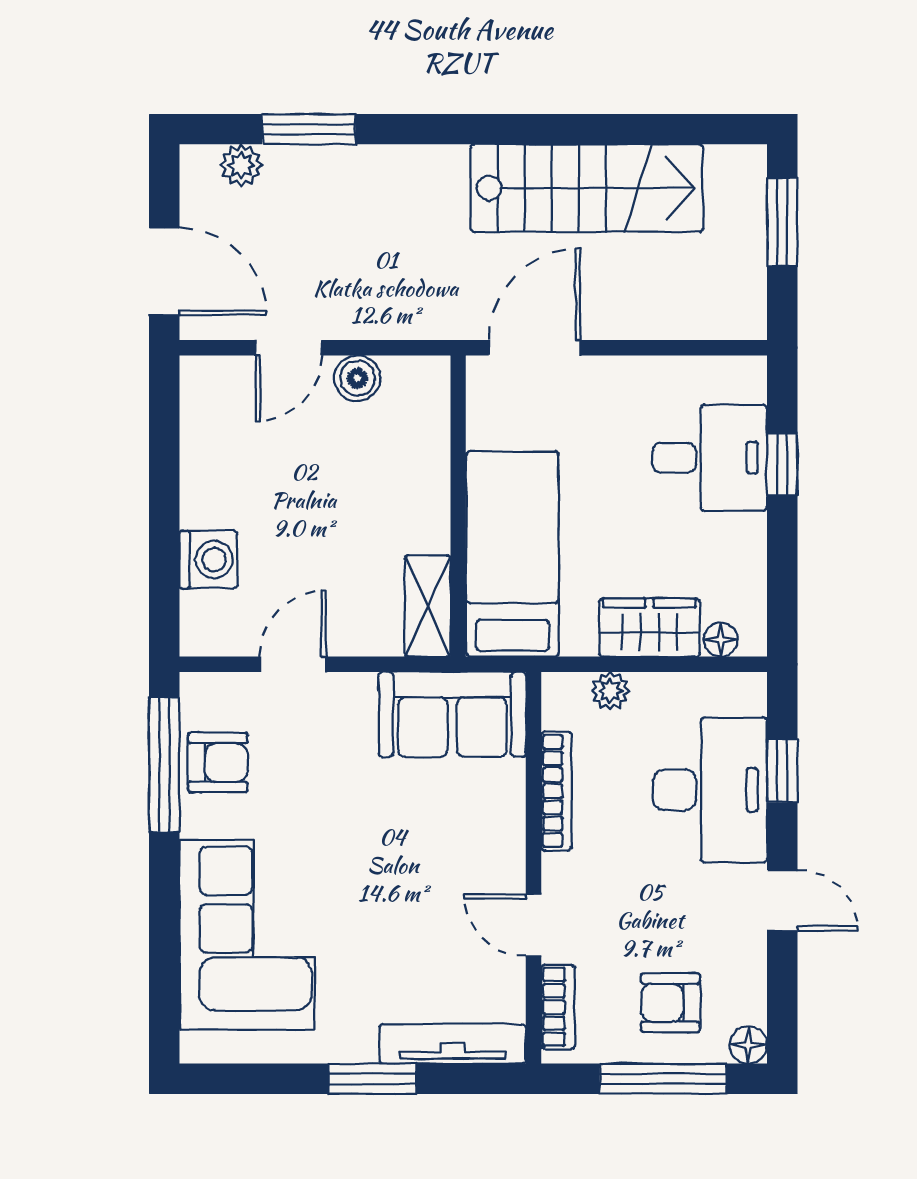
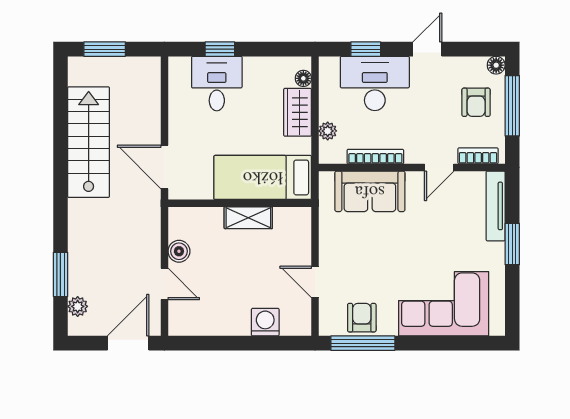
shelving: (428, 606) -> (248, 218), moved
sofa: (452, 714) -> (370, 191), moved, turned 90

